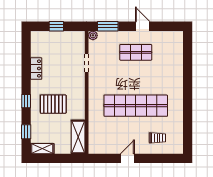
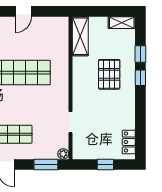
locker: (36, 69) -> (129, 142), moved
pallet: (53, 104) -> (109, 74), turned 90
window: (26, 132) -> (140, 54), moved

